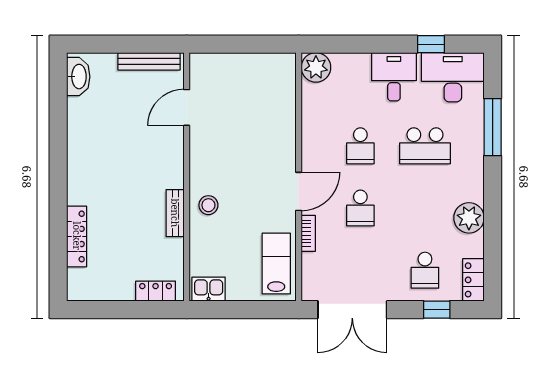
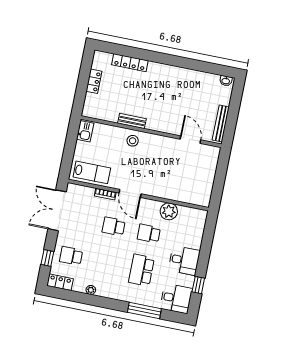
plant: (316, 67) -> (169, 211), moved
washbasin: (78, 77) -> (226, 81), width x0.52, depth x0.69
desk: (453, 77) -> (176, 298), width x0.73
plant: (469, 218) -> (91, 290), width x0.53, depth x0.53
locker: (156, 291) -> (94, 81), moved

